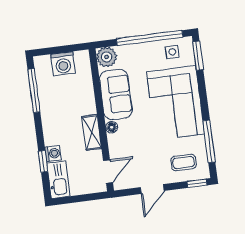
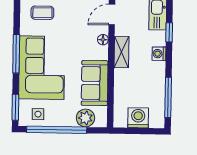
plant: (107, 57) -> (85, 118), moved
floor lamp: (112, 127) -> (103, 40), moved
window: (209, 141) -> (16, 54), moved
washing machine: (53, 153) -> (159, 54), moved

